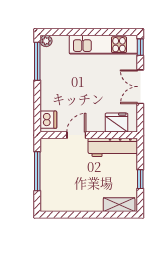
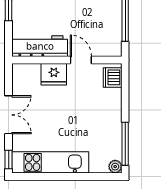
fridge: (117, 123) -> (54, 74), moved
door: (76, 135) -> (81, 60), swing flipped

